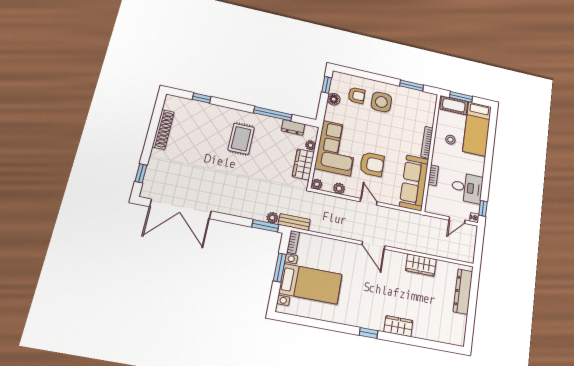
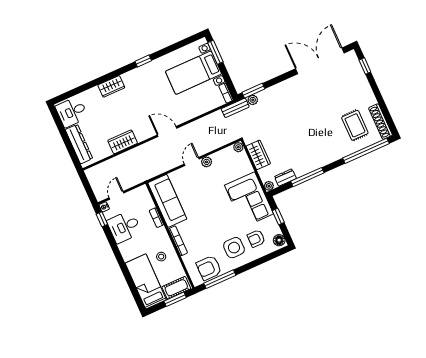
window: (327, 85) -> (278, 217), moved
window: (412, 85) -> (220, 279), width x1.44
window: (202, 98) -> (366, 151), width x3.17
floor lamp: (334, 99) -> (279, 240), moved
shoe rack: (163, 129) -> (381, 122), moved
rug: (241, 139) -> (355, 125), moved
plant: (310, 145) -> (269, 186), moved
corner sofa: (337, 148) -> (249, 200), moved
armchair: (372, 164) -> (209, 268), moved
plant: (339, 188) -> (207, 162), moved
door: (369, 202) -> (192, 161), swing flipped
window: (280, 268) -> (215, 52), moved
desk: (451, 327) -> (72, 112), added
window: (369, 333) -> (143, 61), moved

